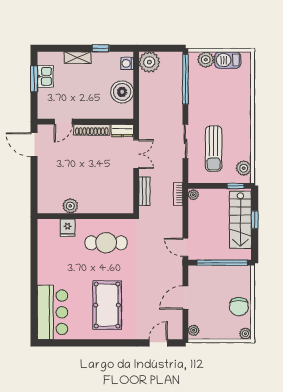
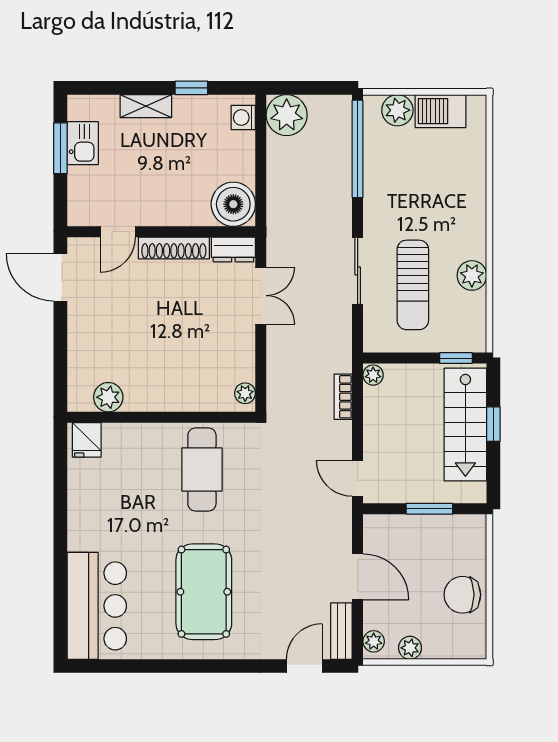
boiler: (122, 92) -> (233, 204), moved
plant: (244, 168) -> (472, 275), moved
bench: (144, 191) -> (341, 631), moved
bookcase: (178, 194) -> (343, 397), moved
plant: (128, 204) -> (245, 393), added
plant: (70, 206) -> (108, 397), moved
fridge: (68, 228) -> (87, 440), moved
cafe table: (106, 243) -> (202, 470), turned 90
window: (222, 263) -> (429, 509), width x0.47
door: (185, 297) -> (358, 577), swing flipped
chair: (239, 307) -> (462, 595), turned 90
plant: (245, 334) -> (410, 648), moved

